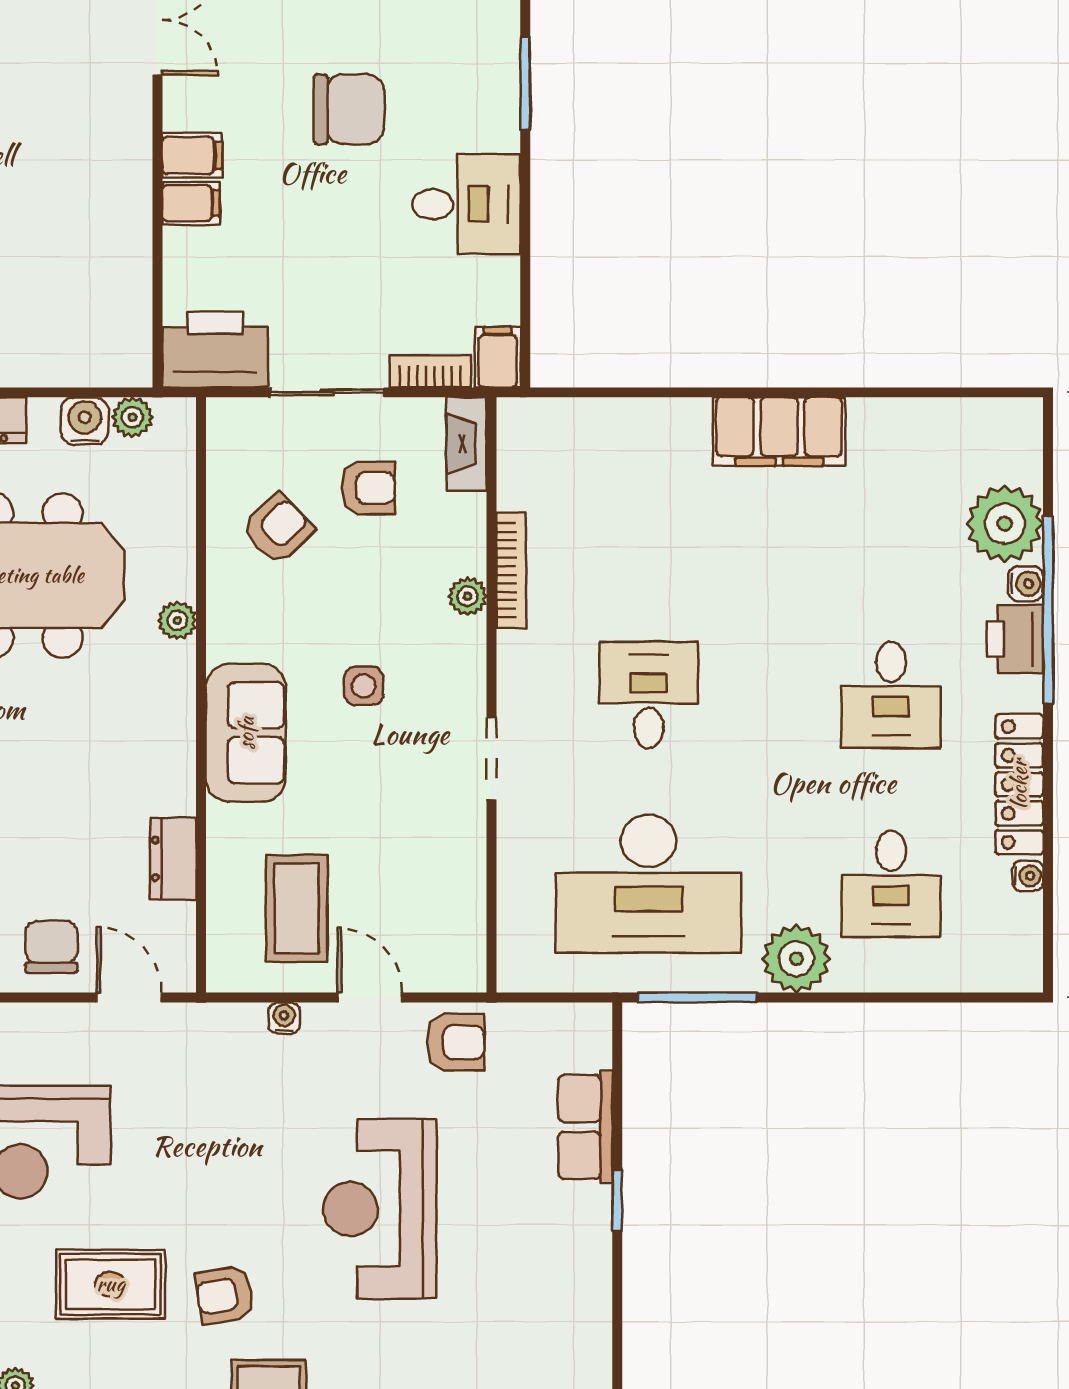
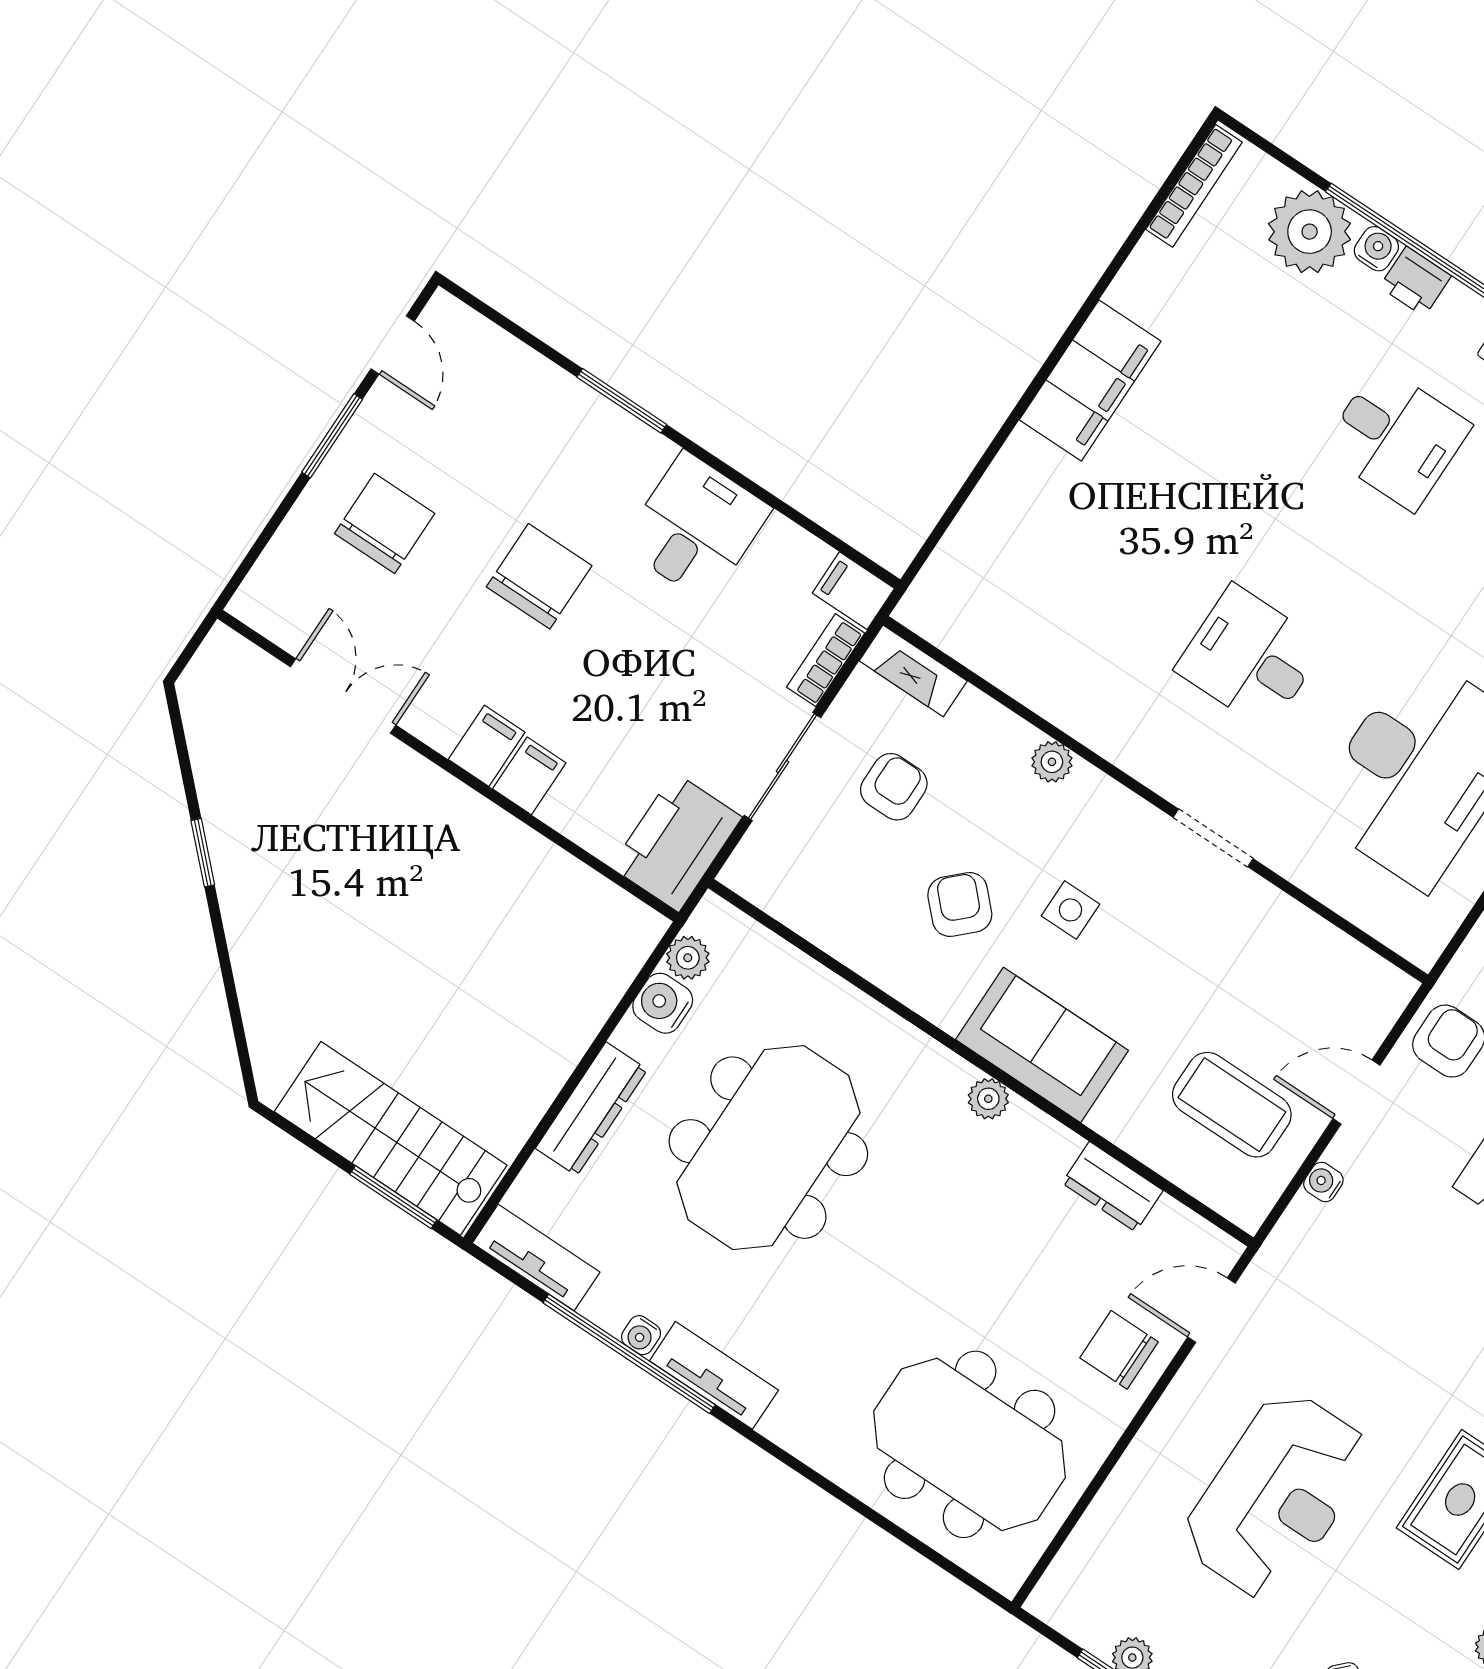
armchair: (278, 529) -> (960, 904), moved
bookcase: (511, 570) -> (1194, 186), moved, turned 90
plant: (177, 620) -> (988, 1099), moved
printer: (1015, 639) -> (1415, 281), width x0.73, depth x0.81

